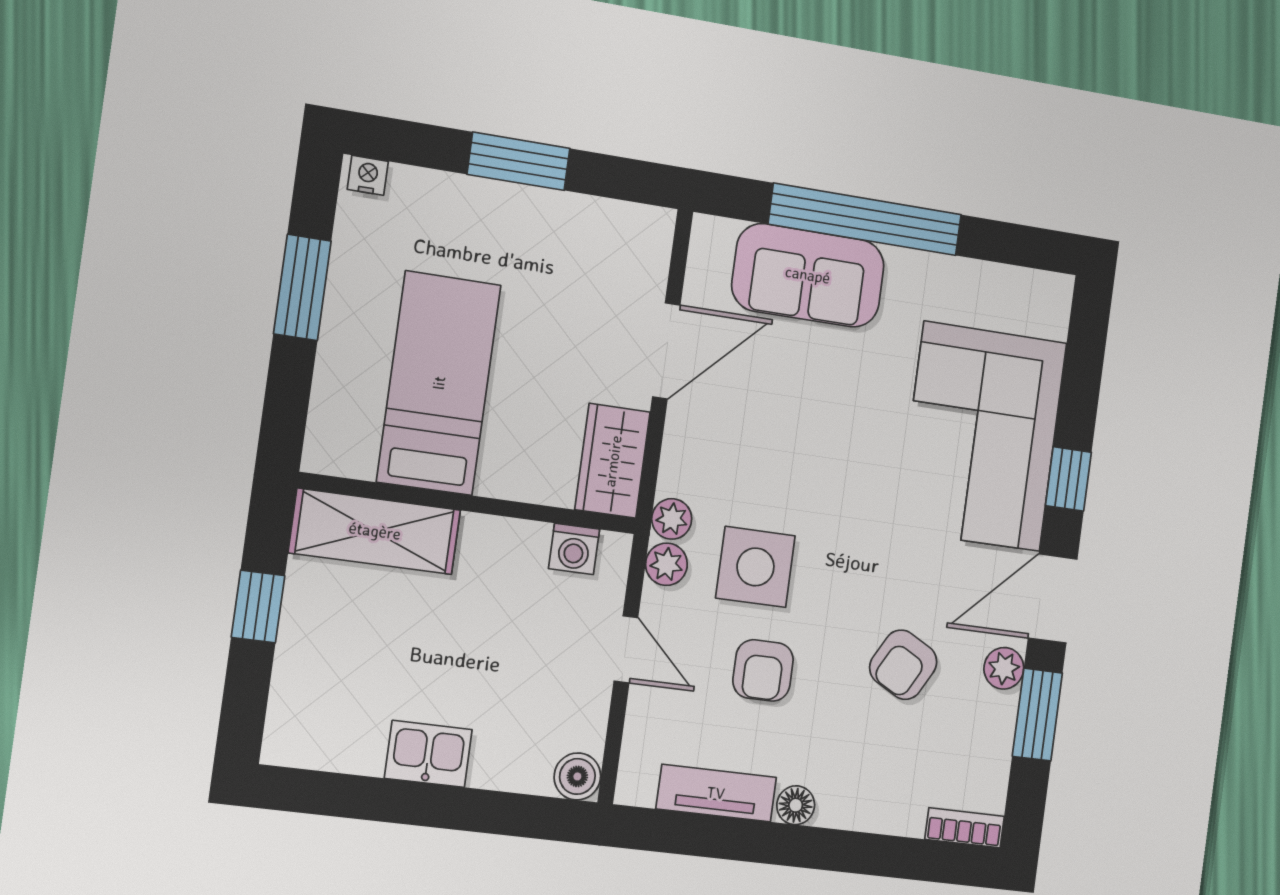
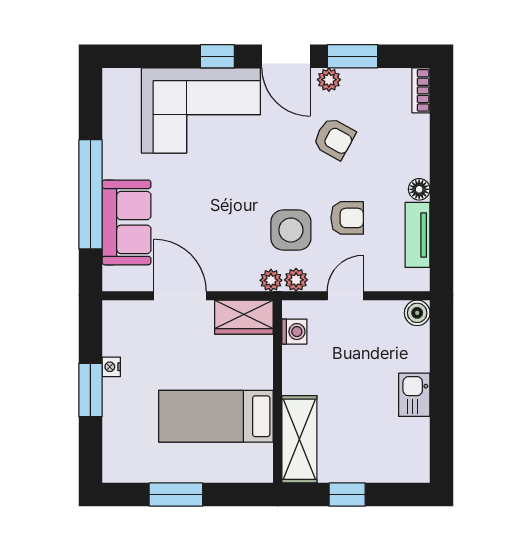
nightstand: (368, 175) -> (111, 367), moved

